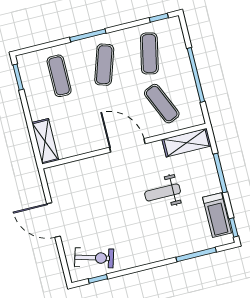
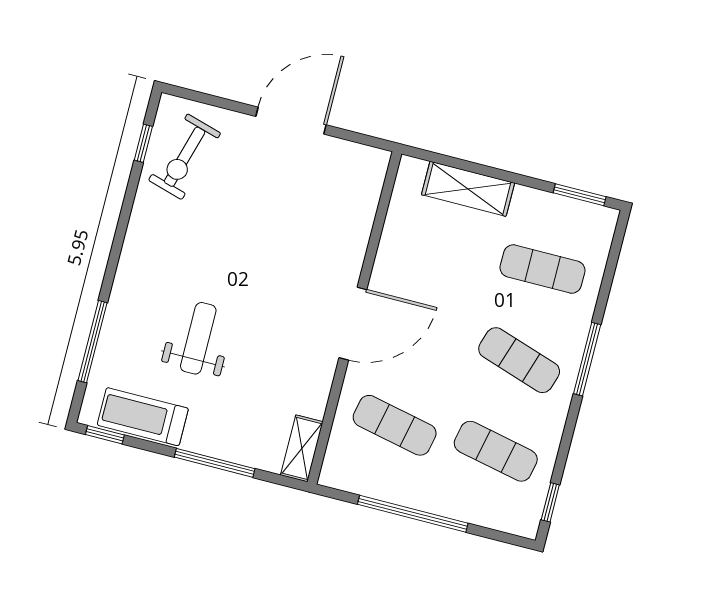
exercise mat: (162, 104) -> (395, 425), turned 36
shelving: (45, 141) -> (468, 189), moved
shelving: (187, 143) -> (302, 448), width x0.67, depth x0.75
weight bench: (163, 192) -> (198, 338), moved

